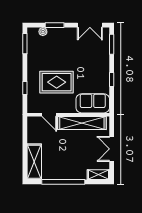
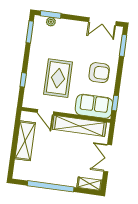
window: (55, 25) -> (51, 15), moved
armchair: (93, 72) -> (99, 73), added
window: (112, 80) -> (115, 103), moved
rug: (57, 82) -> (58, 78), turned 90
shelving: (34, 162) -> (25, 141), moved

